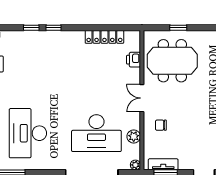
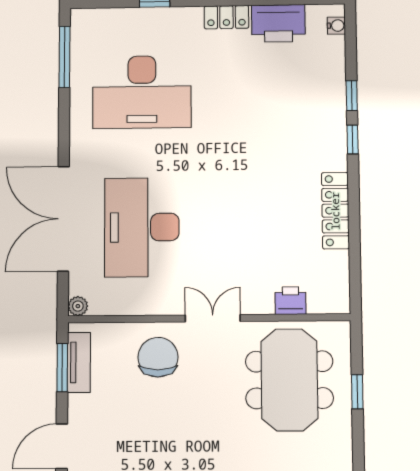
locker: (104, 37) -> (335, 211), moved
chair: (161, 125) -> (158, 357), width x1.87, depth x1.87
desk: (28, 133) -> (142, 92), turned 180
plant: (134, 136) -> (135, 302), removed

